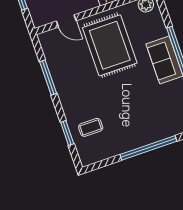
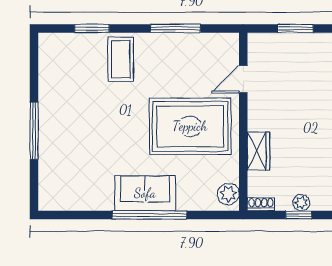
coffee table: (91, 127) -> (121, 59), moved, width x1.36, depth x1.30
window: (148, 148) -> (34, 131), width x0.68

